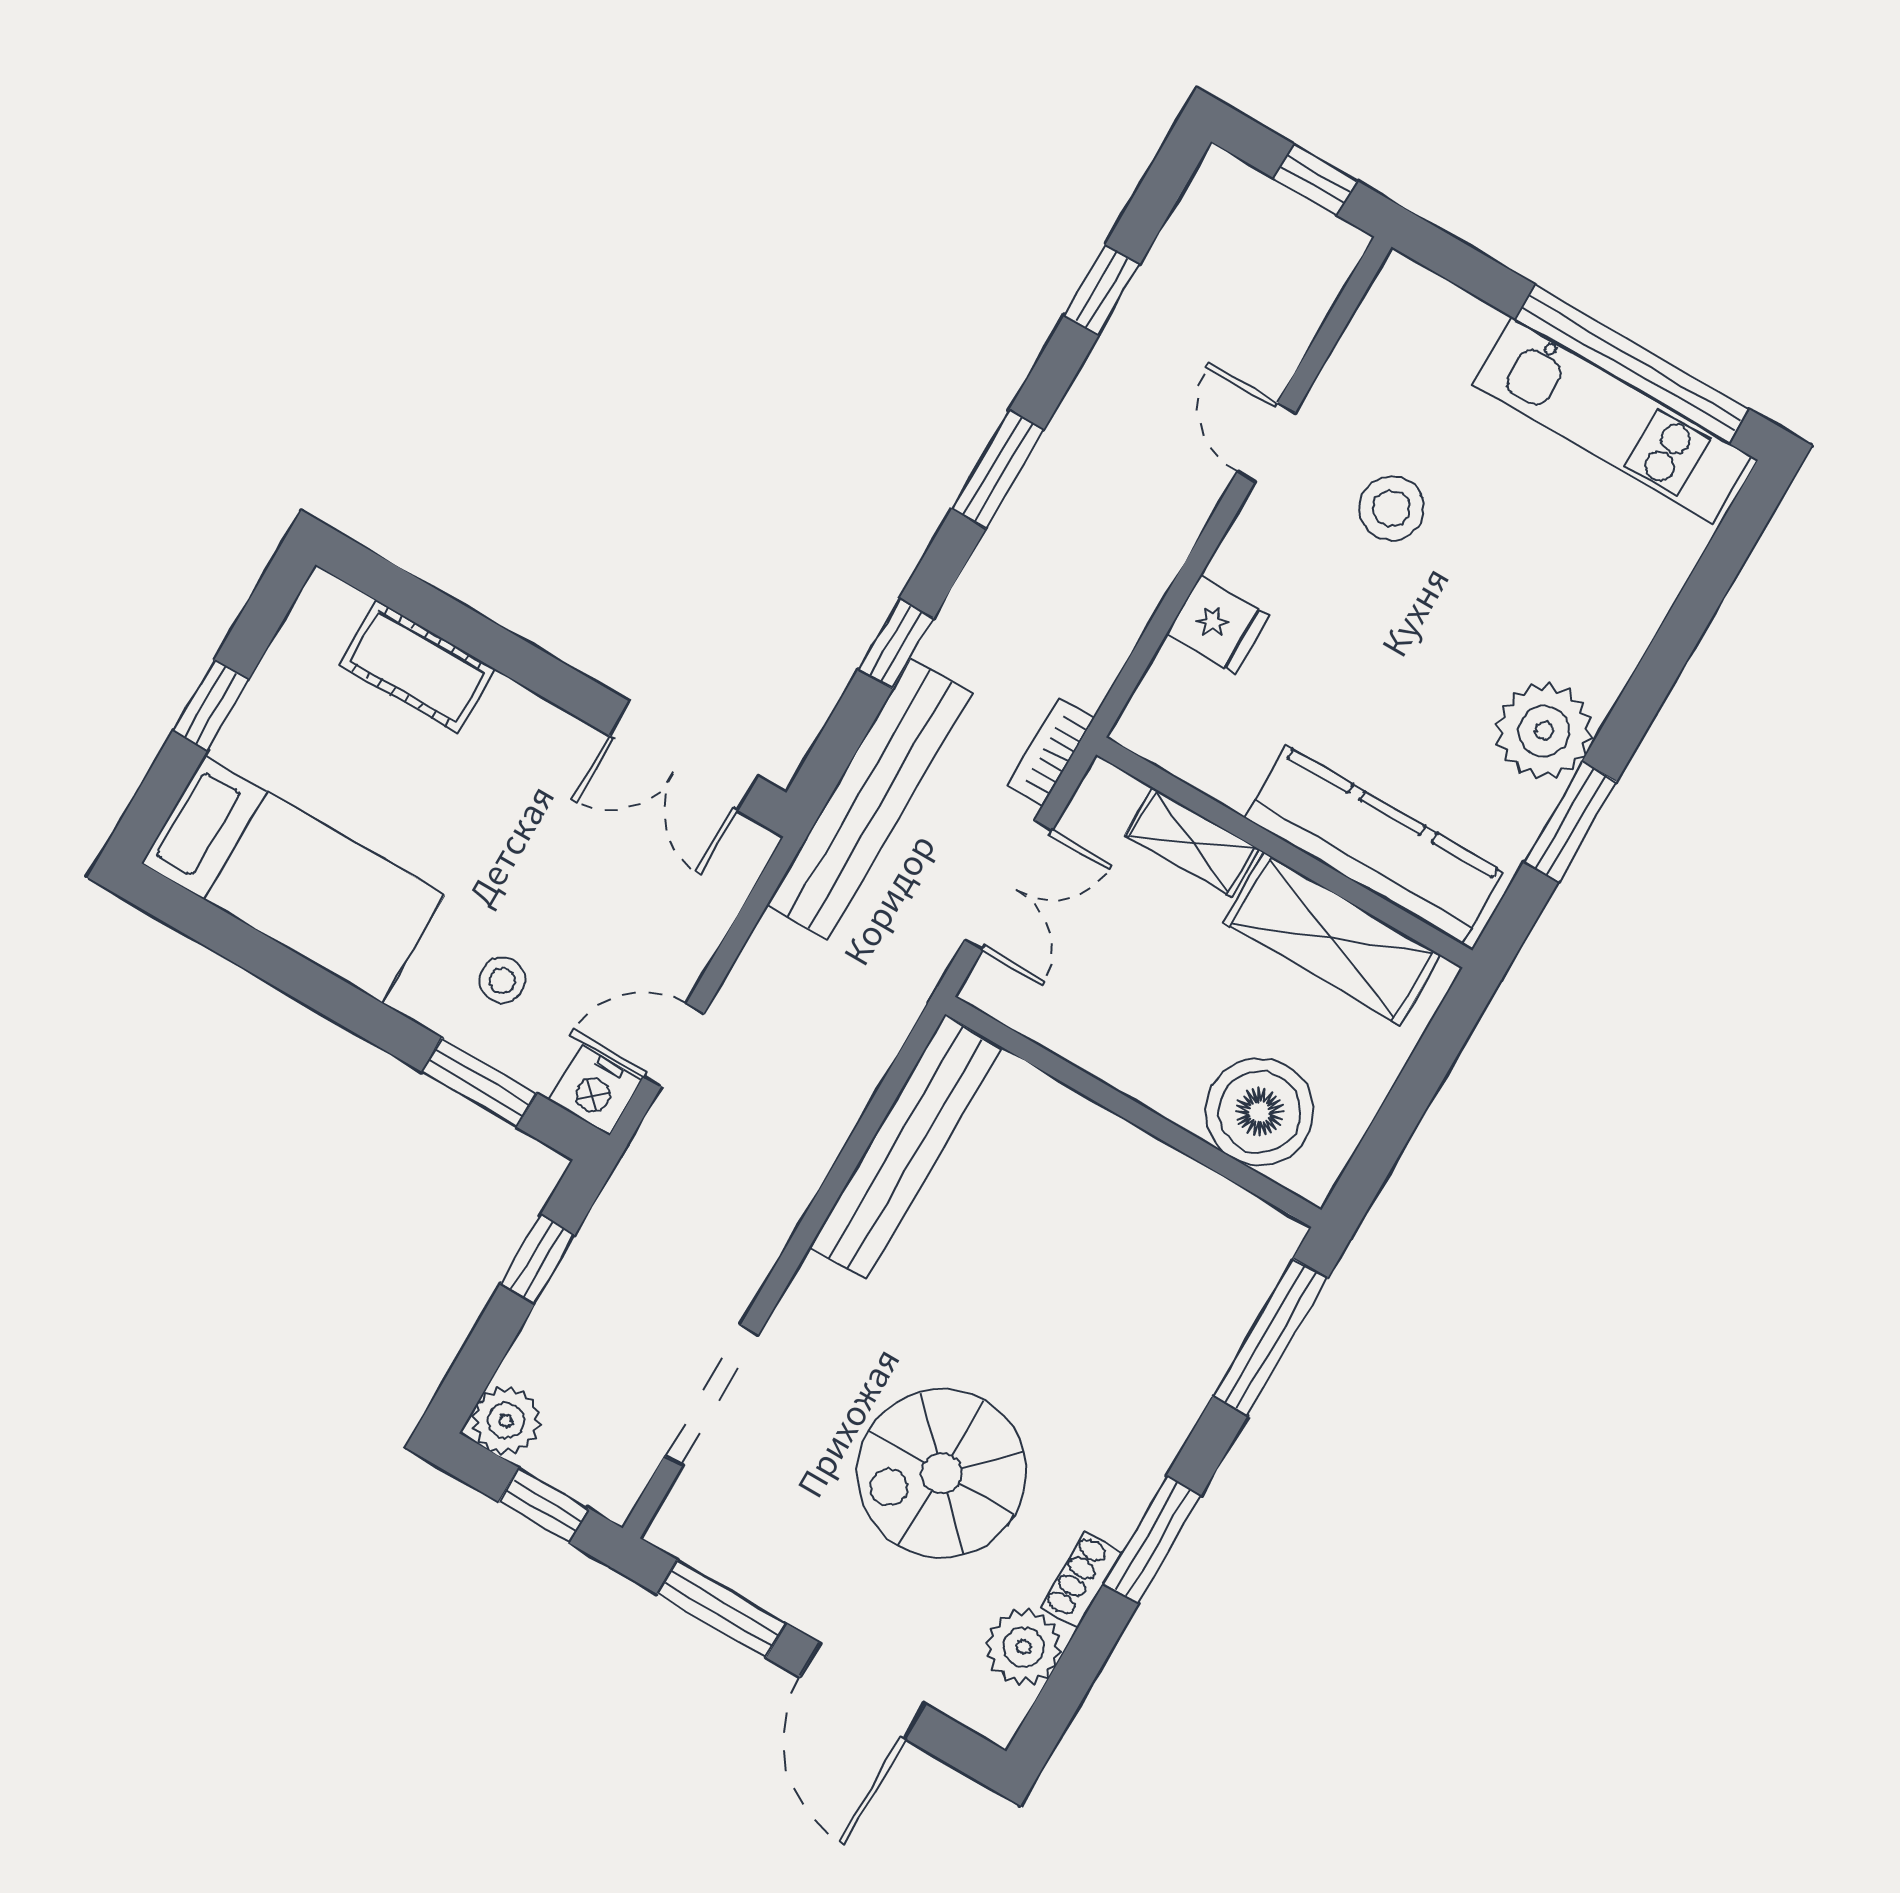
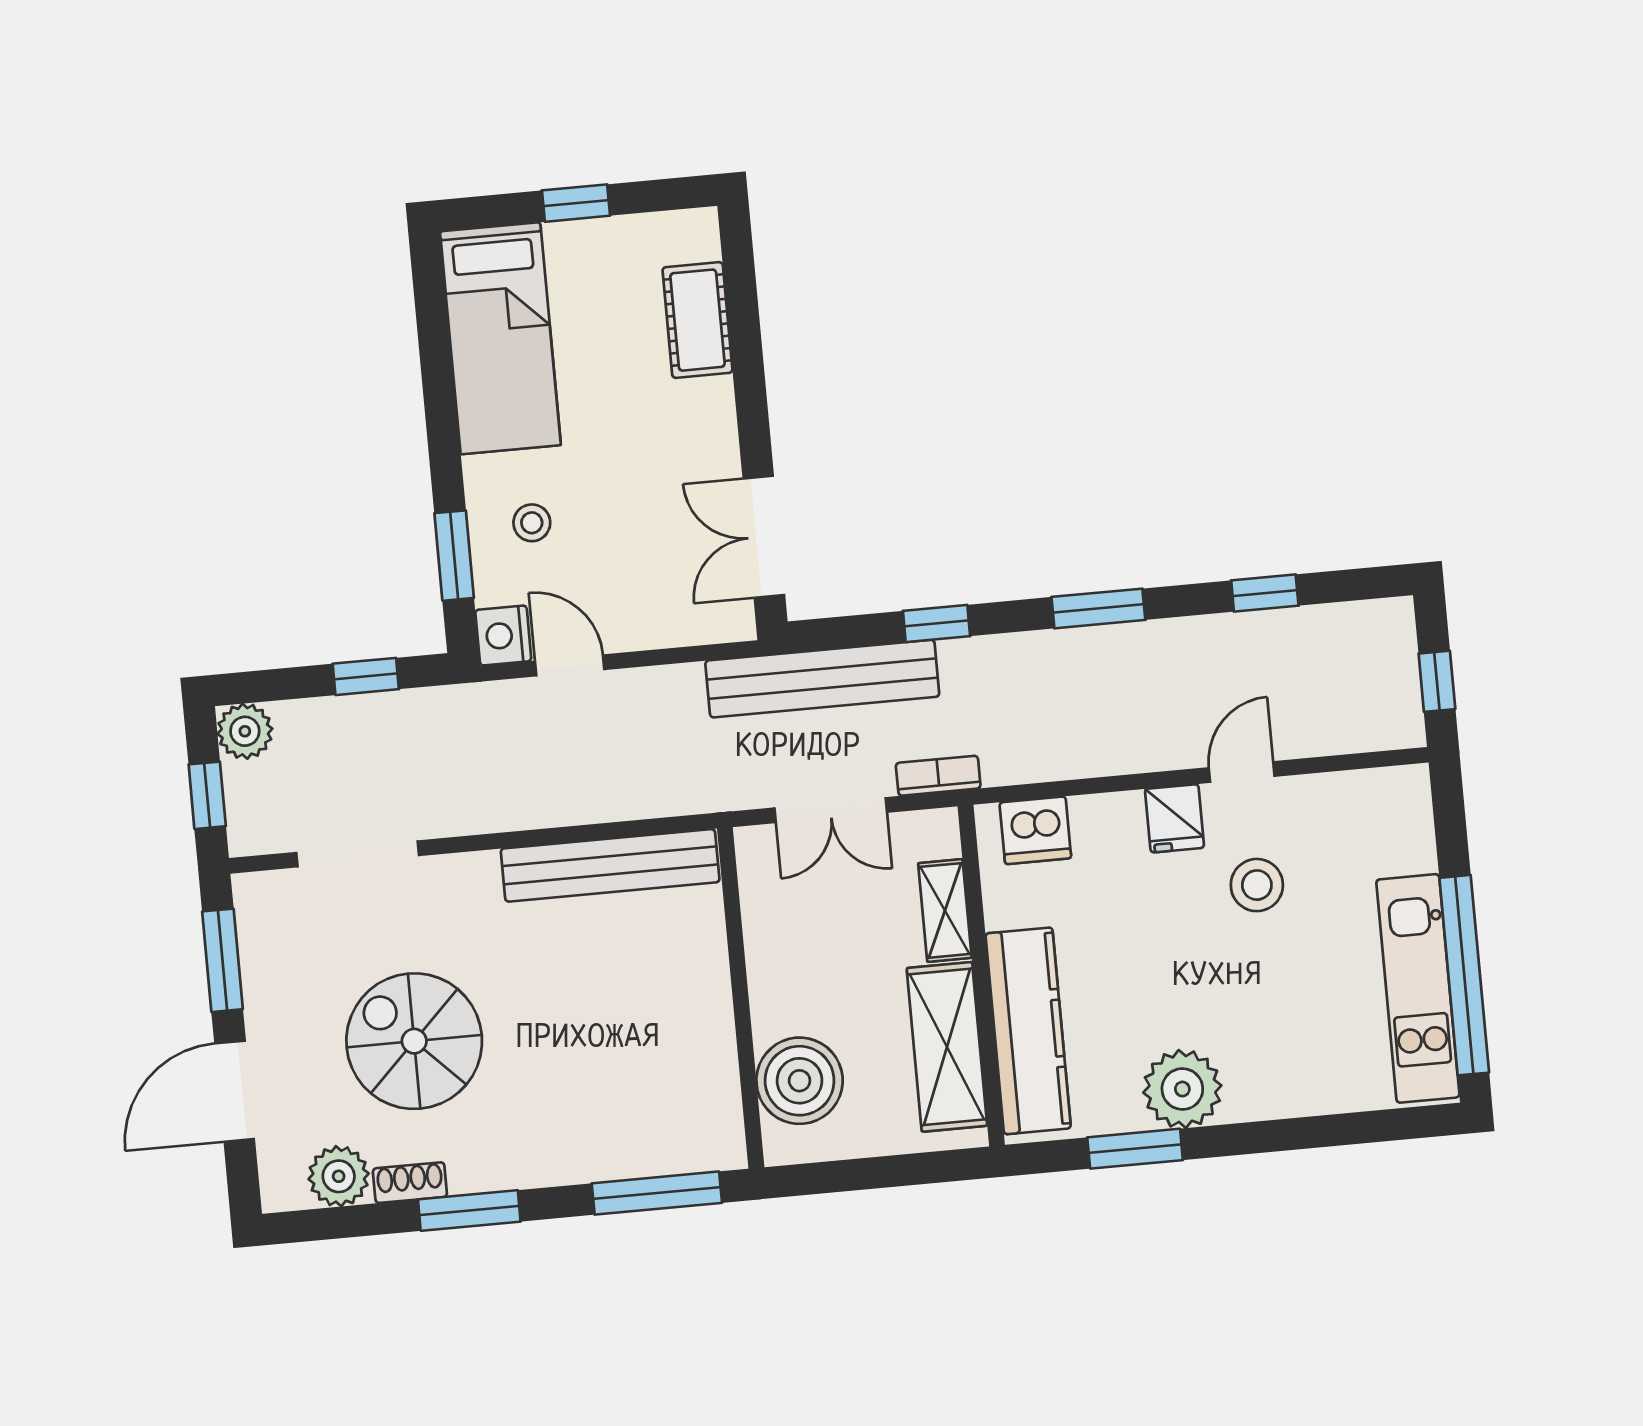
fridge: (1218, 625) -> (1175, 818), moved
dishwasher: (1176, 693) -> (1035, 830), added

